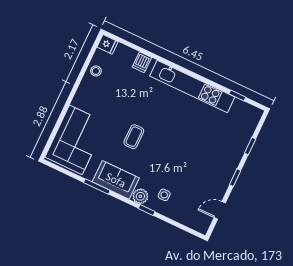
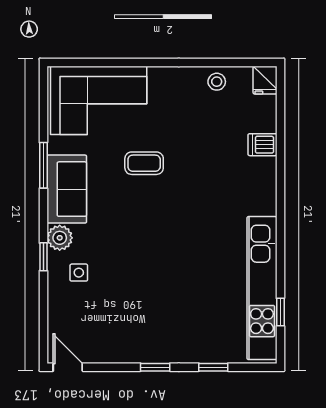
kitchen unit: (192, 86) -> (262, 288), moved
coffee table: (134, 137) -> (144, 163), moved
door: (220, 210) -> (68, 367), moved

